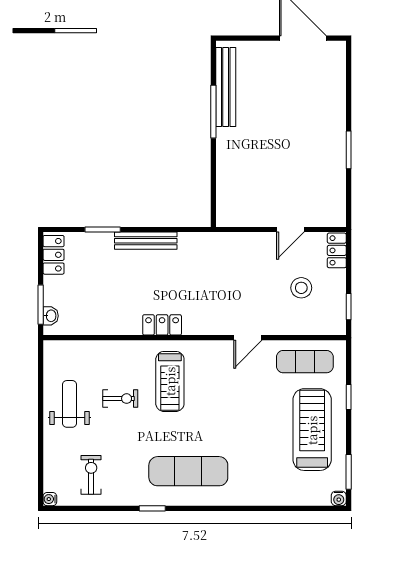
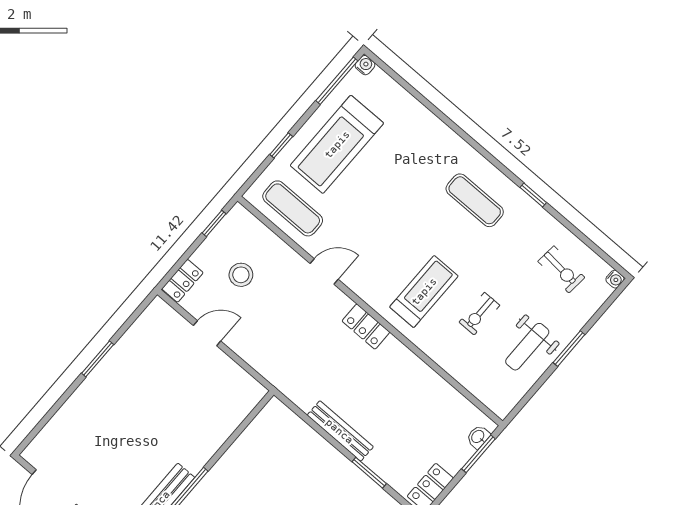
locker: (162, 325) -> (366, 327), moved
exercise bike: (120, 399) -> (479, 314), turned -90
window: (41, 427) -> (569, 349), added
exercise mat: (188, 471) -> (475, 200), width x0.73, depth x0.69
window: (349, 472) -> (337, 81), width x1.44
exercise bike: (91, 475) -> (561, 269), turned -85

